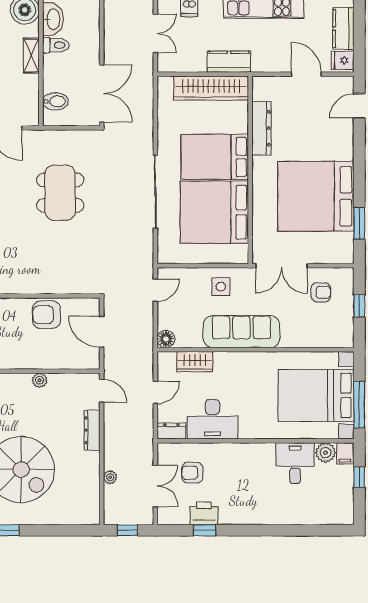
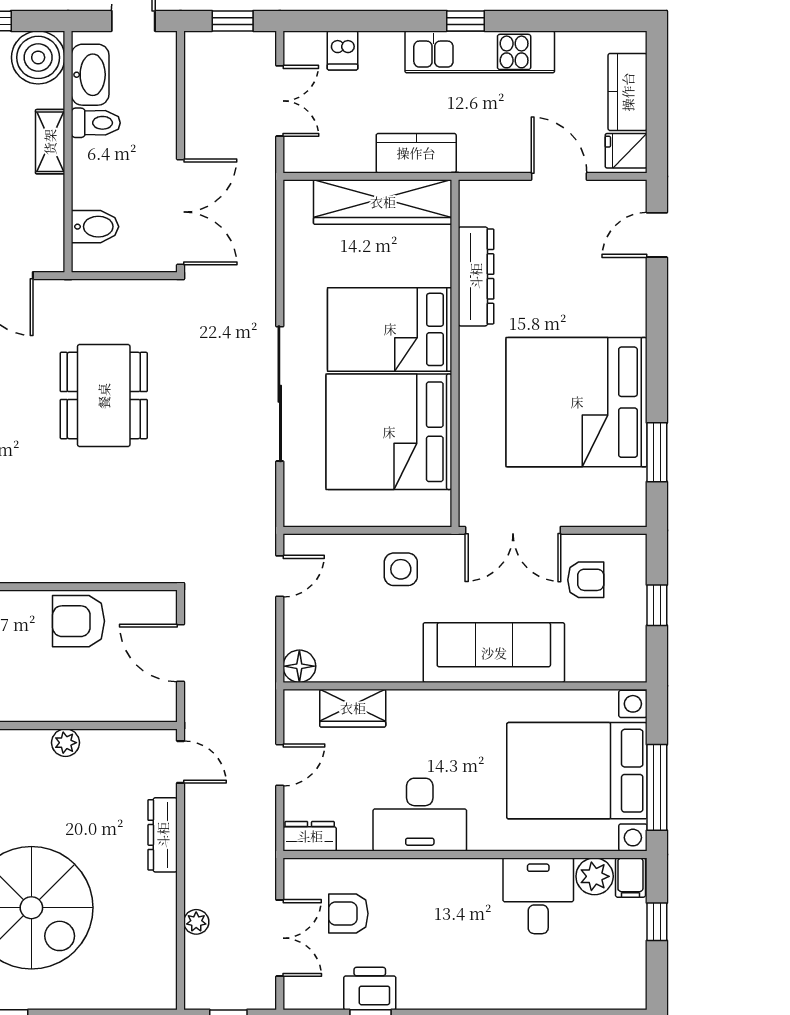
sofa: (241, 332) -> (494, 653), moved
desk: (212, 419) -> (420, 815), moved

